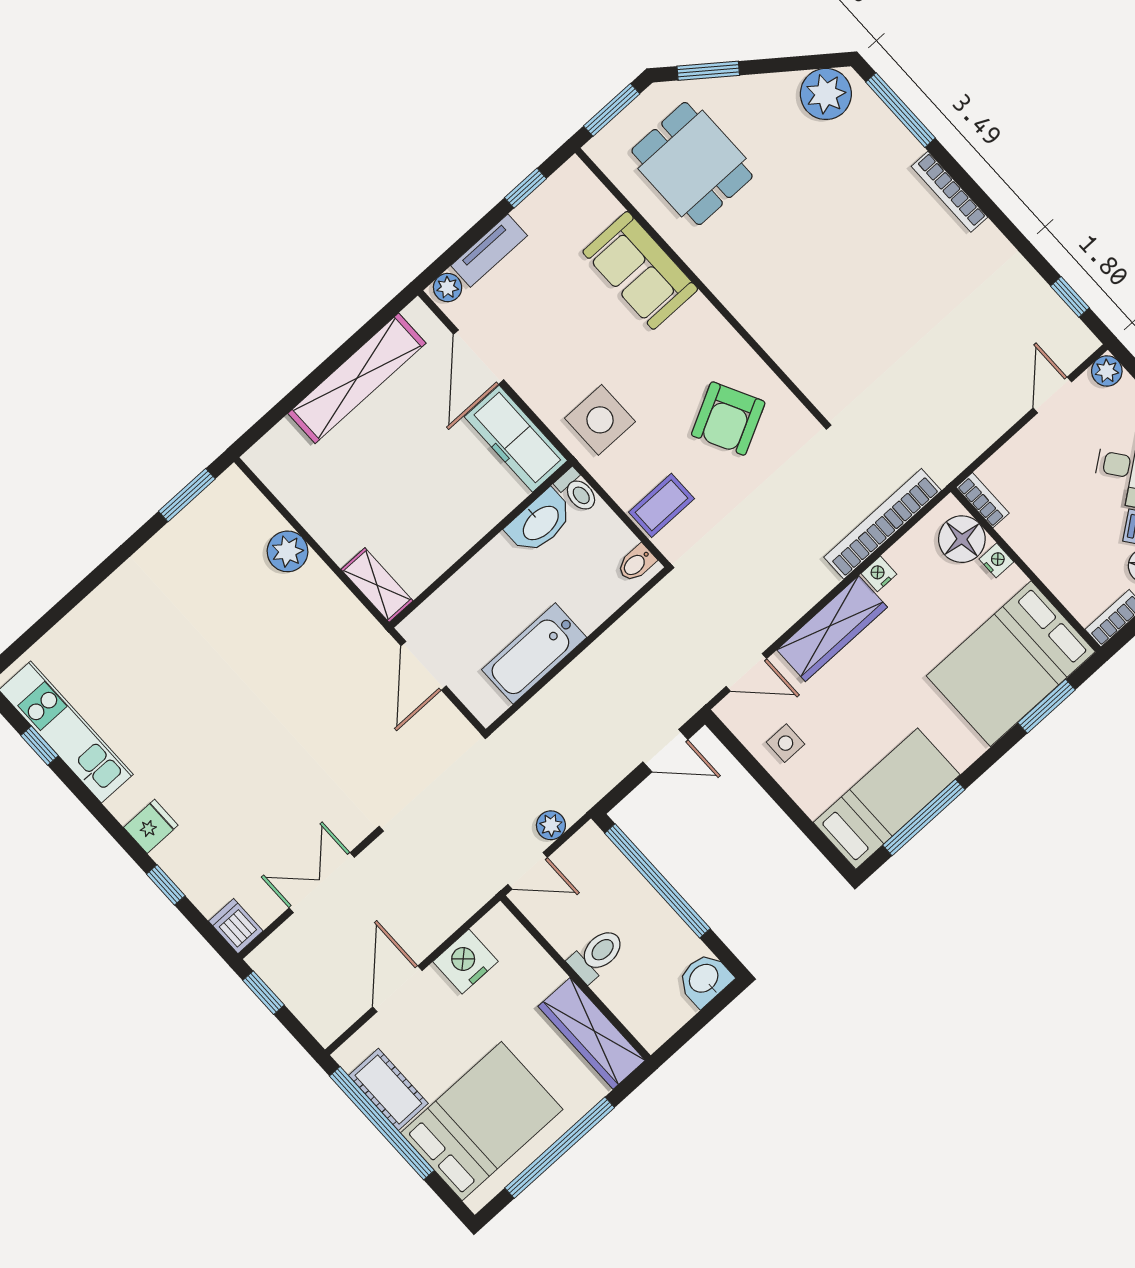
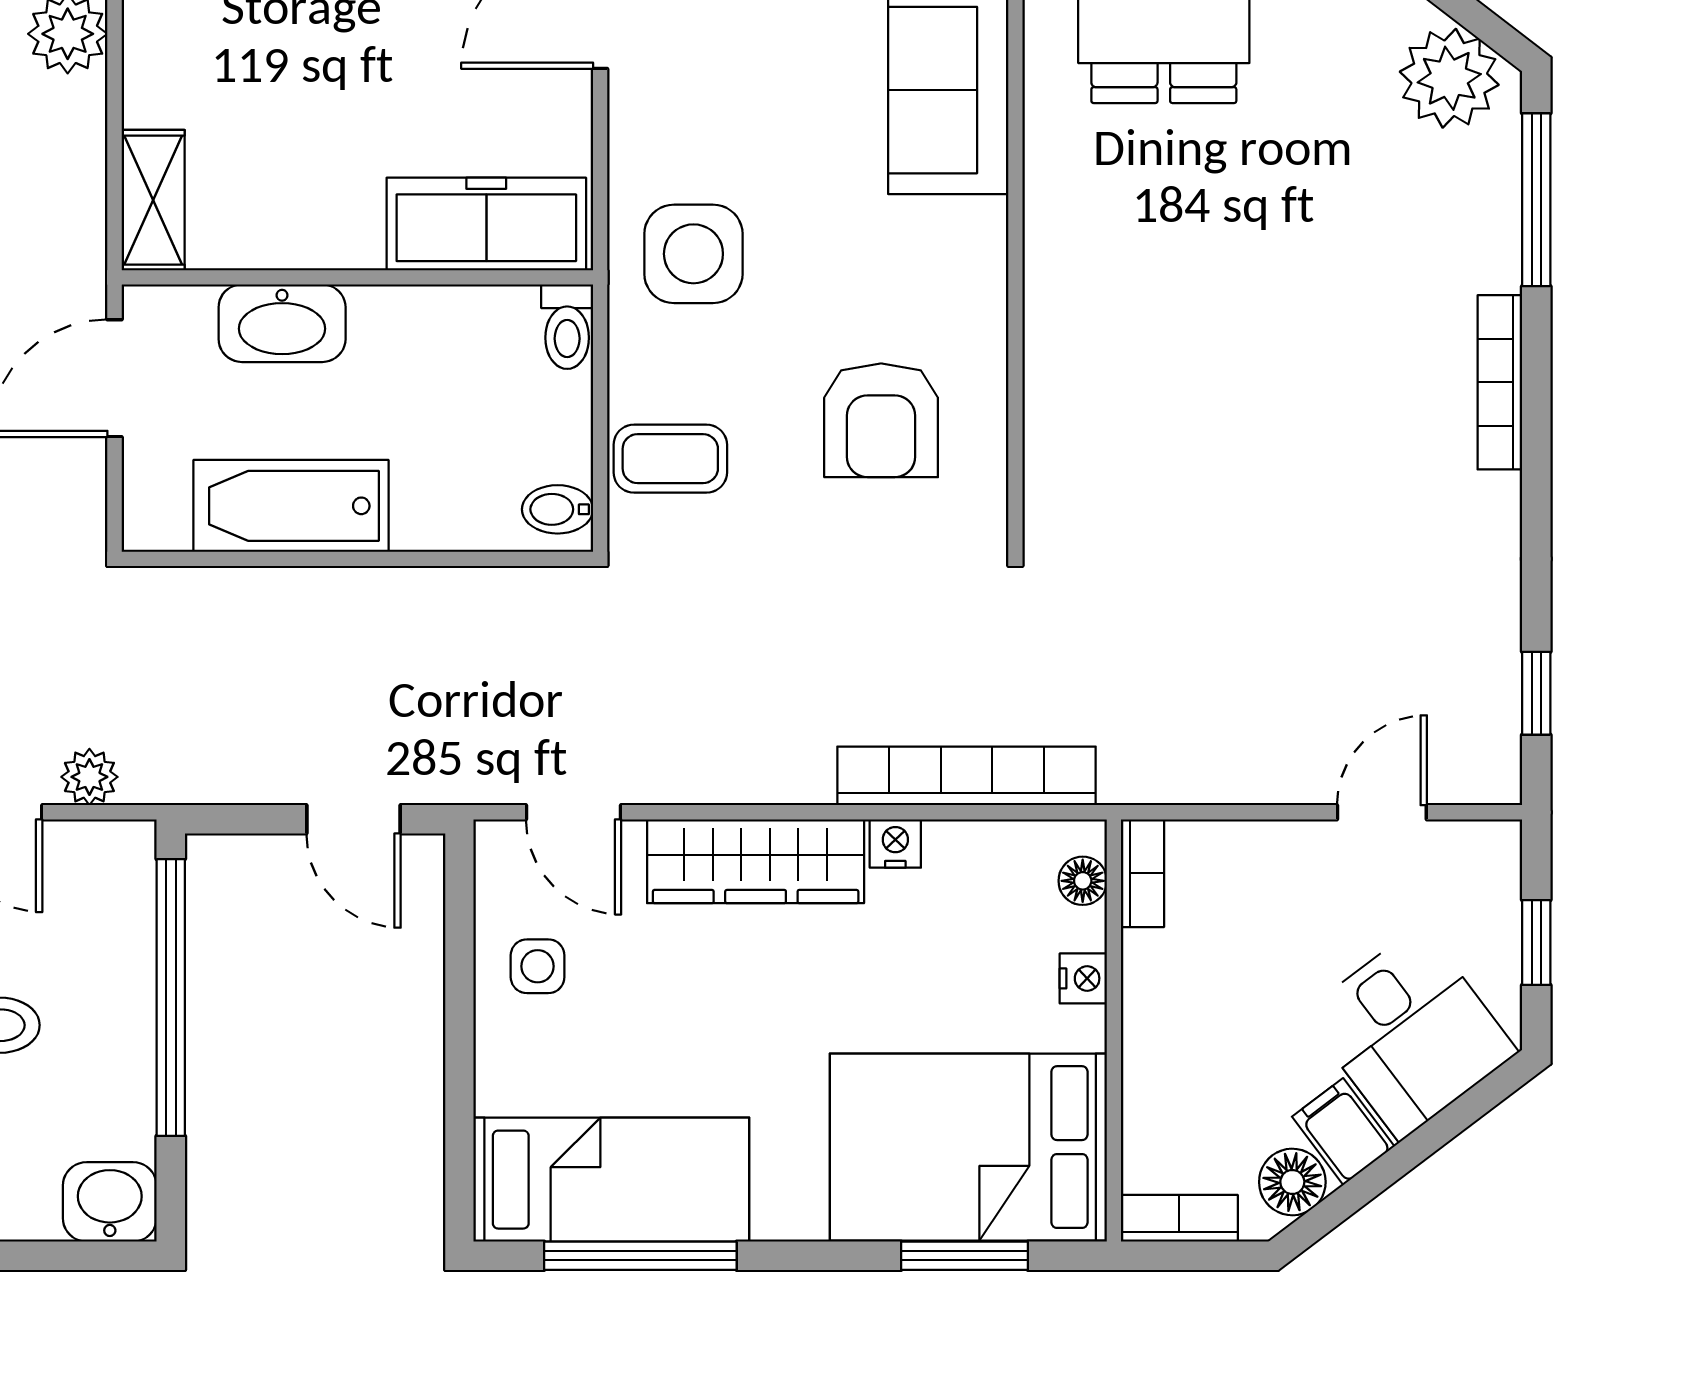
plant: (1107, 371) -> (1492, 849), removed
armchair: (728, 419) -> (881, 420), turned -63
freezer: (516, 439) -> (486, 224), moved, turned 90
washbasin: (540, 522) -> (282, 323), moved
floor lamp: (962, 539) -> (1083, 881), width x0.53, depth x0.53

